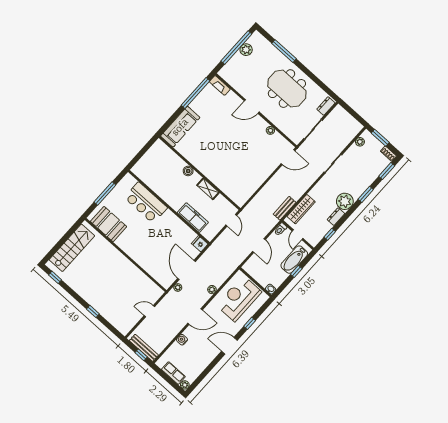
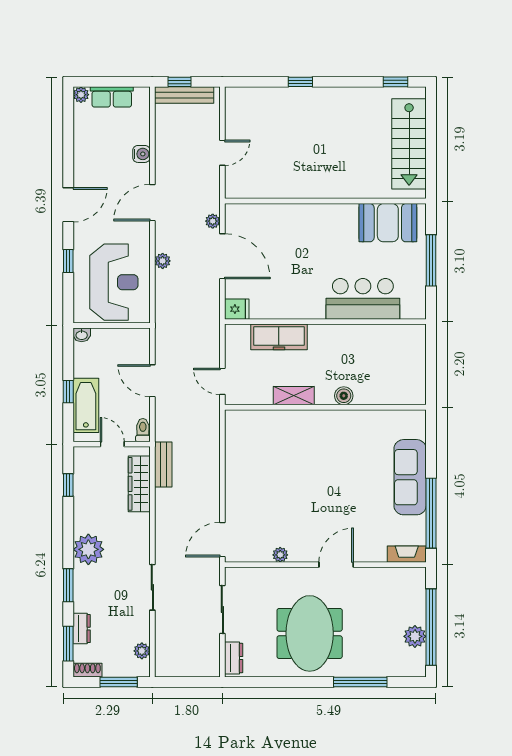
meeting table: (287, 89) -> (310, 633), turned 90
sofa: (180, 127) -> (410, 477), moved
dresser: (336, 217) -> (82, 629), moved

